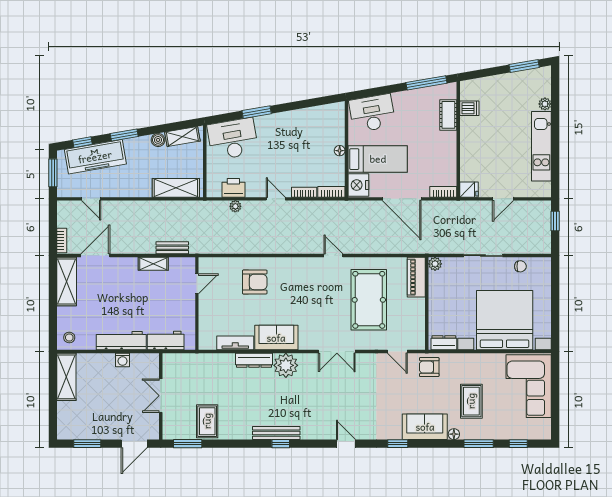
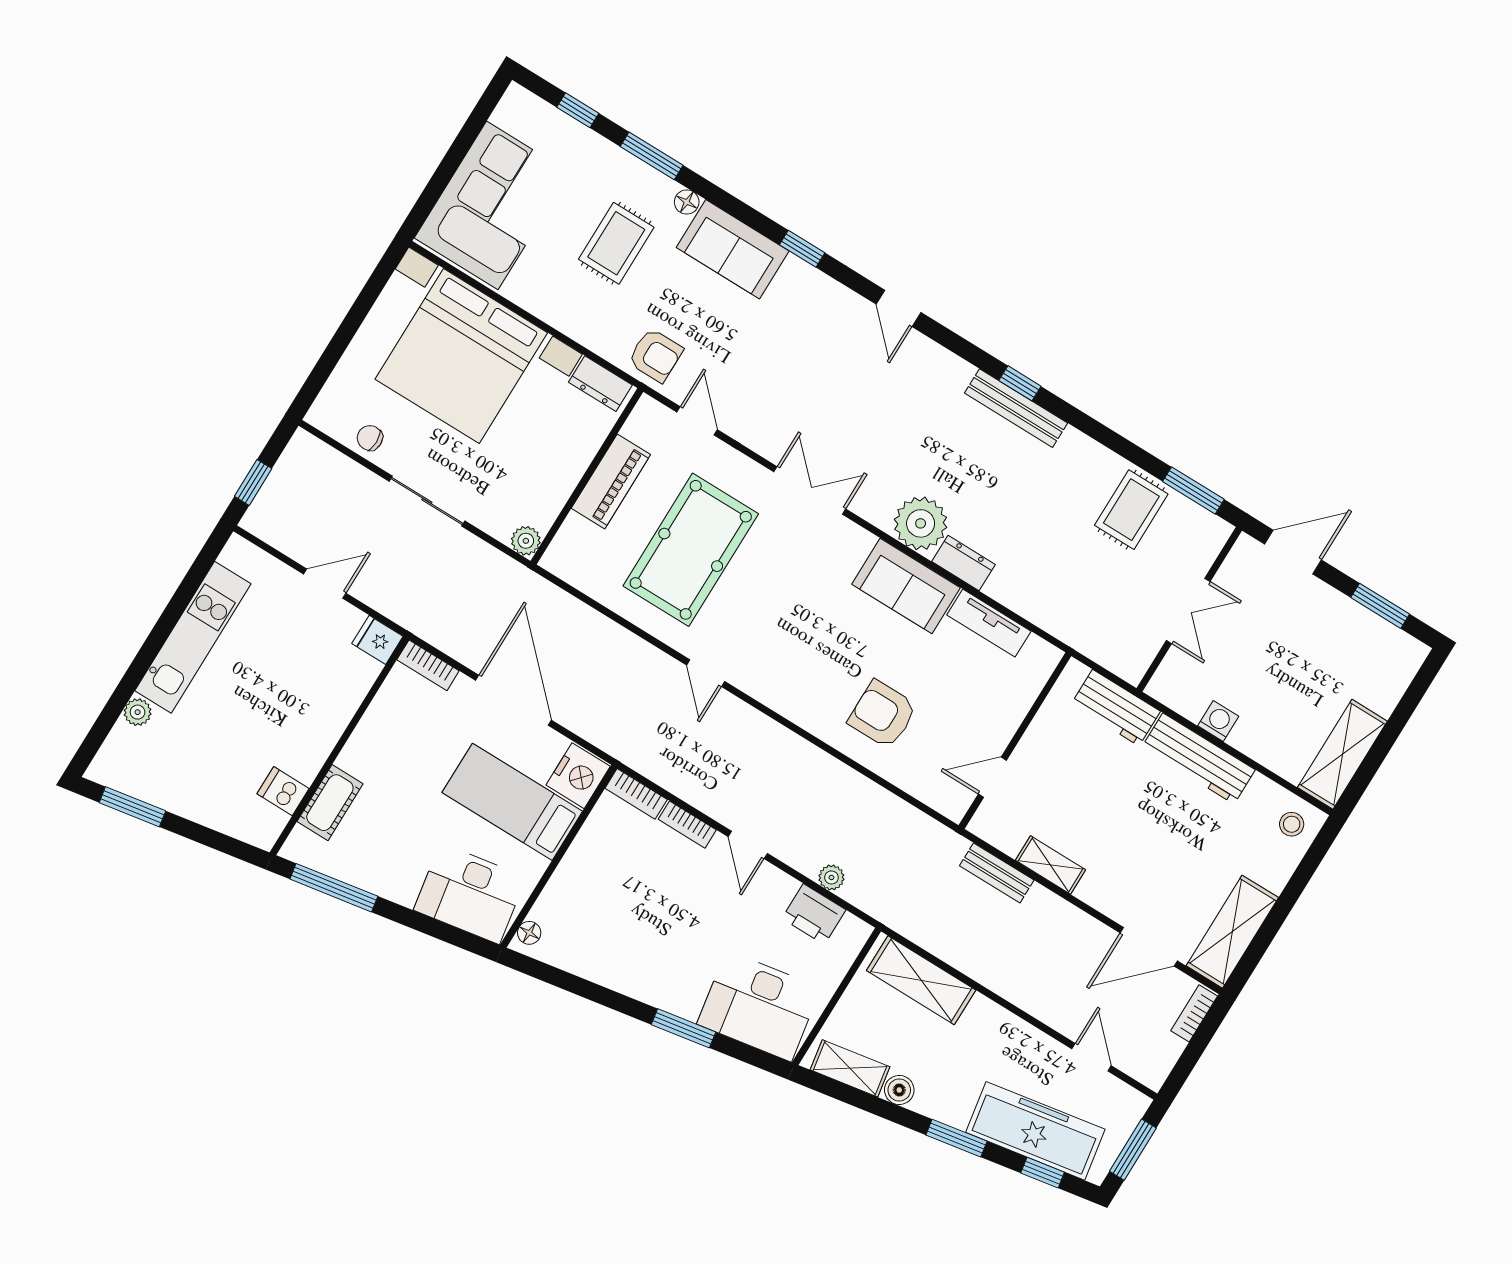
floor lamp: (340, 151) -> (529, 933), moved
piano: (416, 277) -> (611, 481), moved
dresser: (254, 360) -> (964, 563), width x0.70

